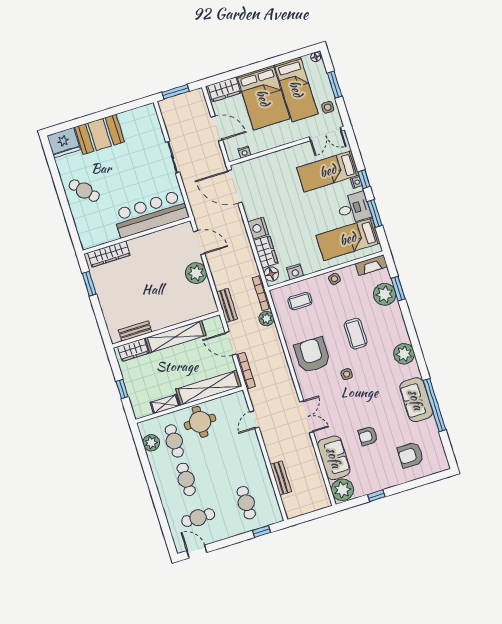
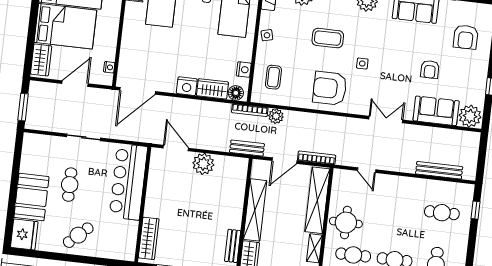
cafe table: (125, 163) -> (70, 185), added
door: (199, 243) -> (176, 148), hinge flipped
bench: (281, 478) -> (439, 170), width x1.36

